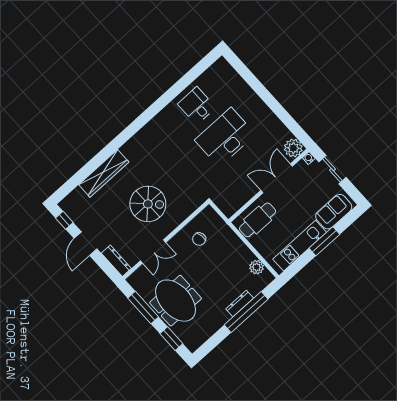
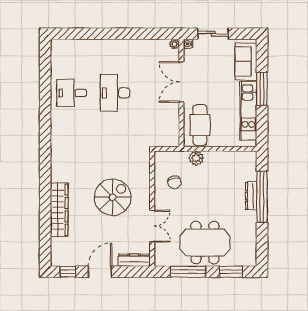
desk: (225, 137) -> (115, 93), width x0.73, depth x0.77
plant: (293, 148) -> (174, 44), width x0.53, depth x0.53
door: (85, 244) -> (100, 272), swing flipped
plant: (257, 267) -> (196, 158), moved

